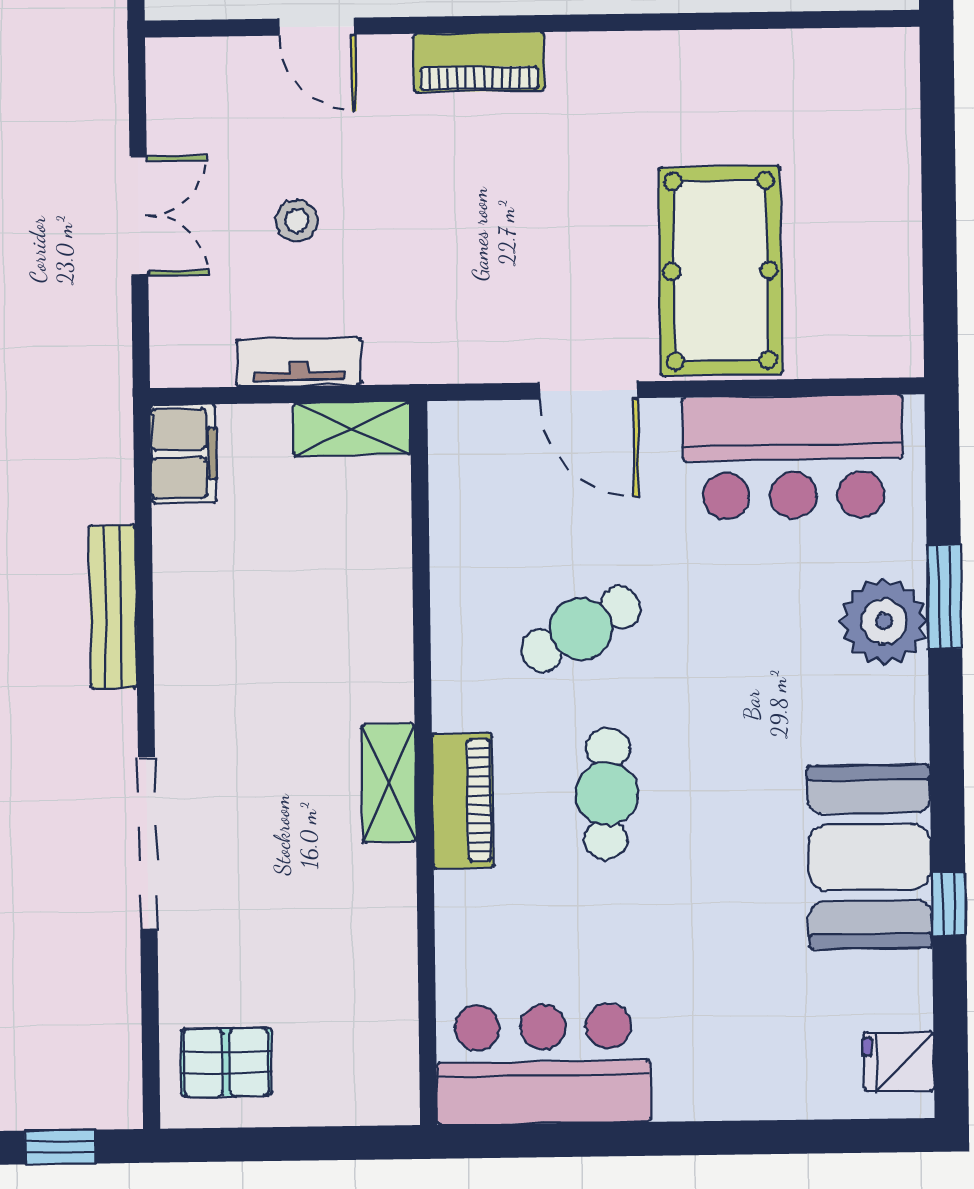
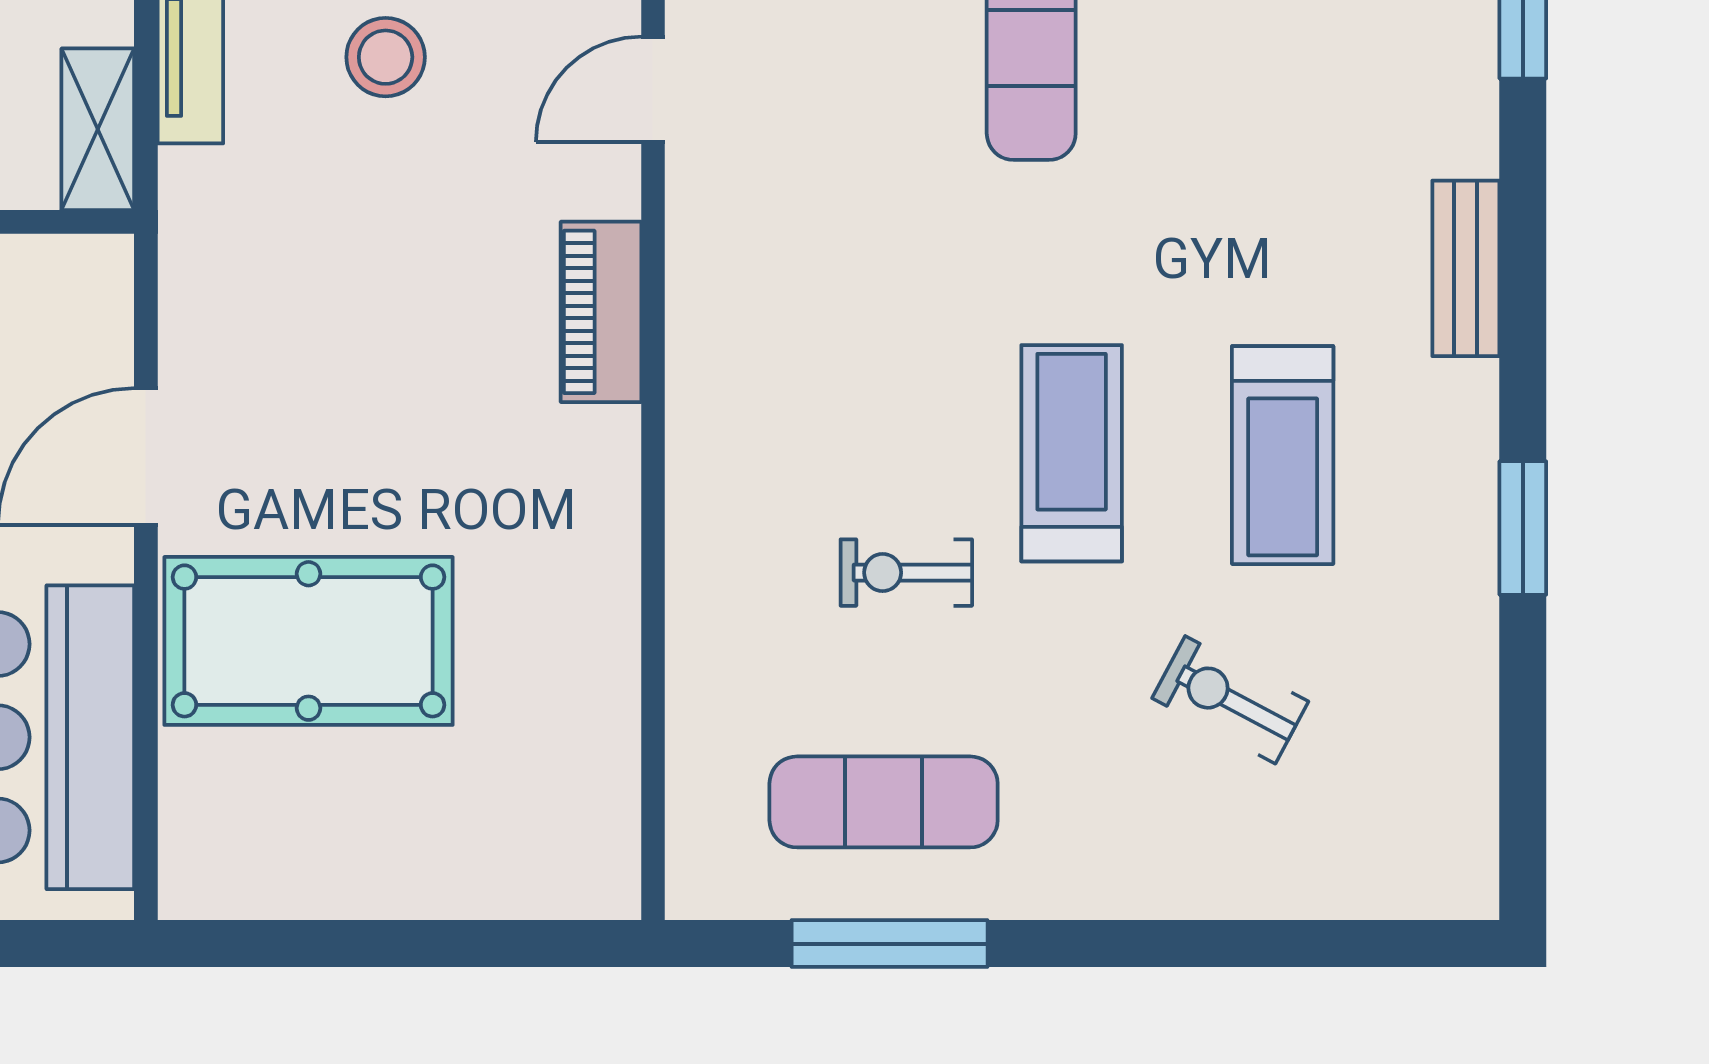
stool: (297, 221) -> (386, 57), width x1.37, depth x1.37

